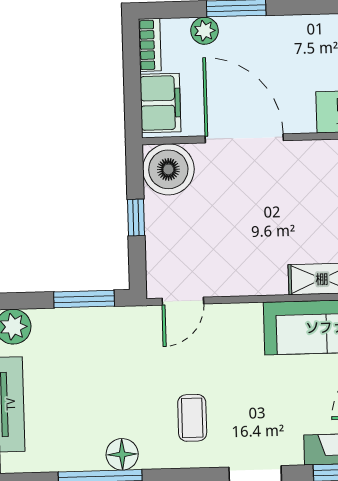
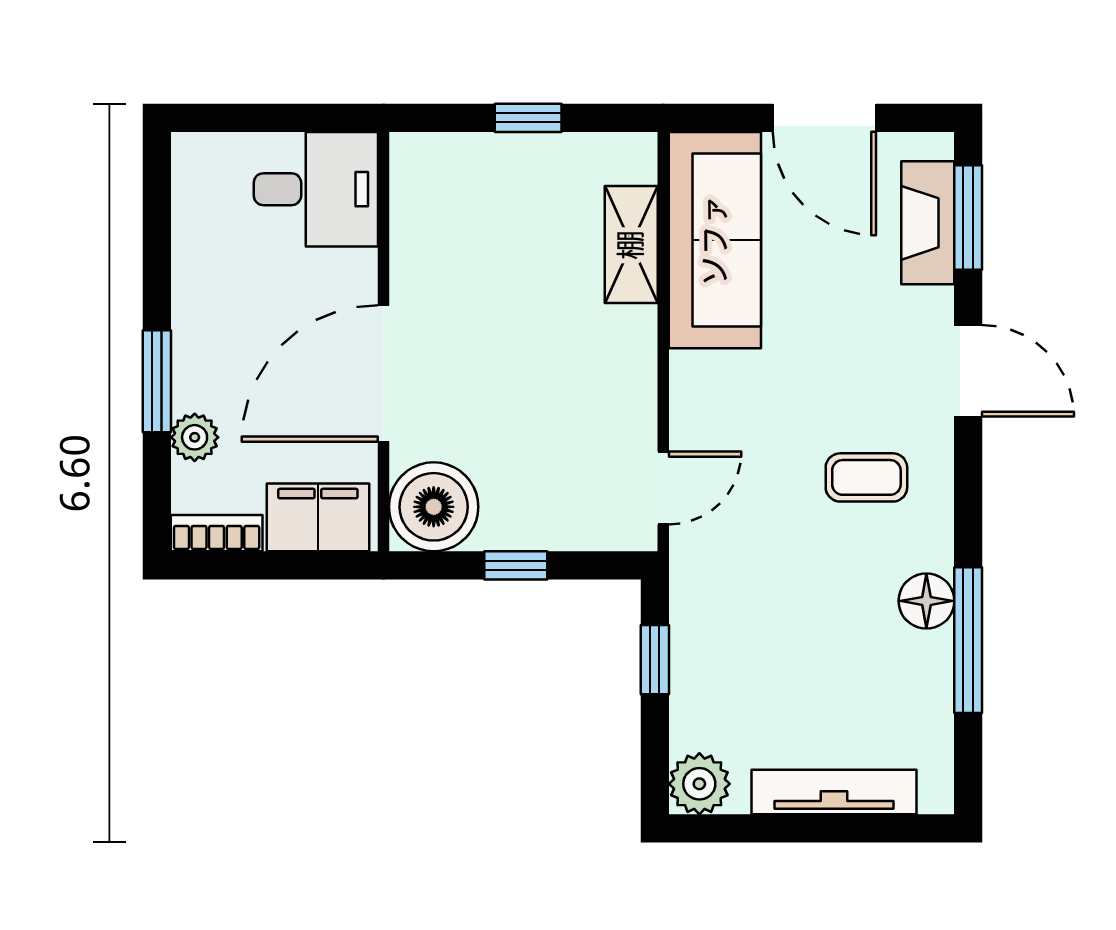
window: (84, 299) -> (655, 660), width x0.67
door: (183, 301) -> (663, 488), hinge flipped

